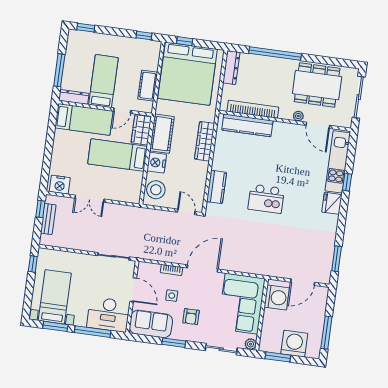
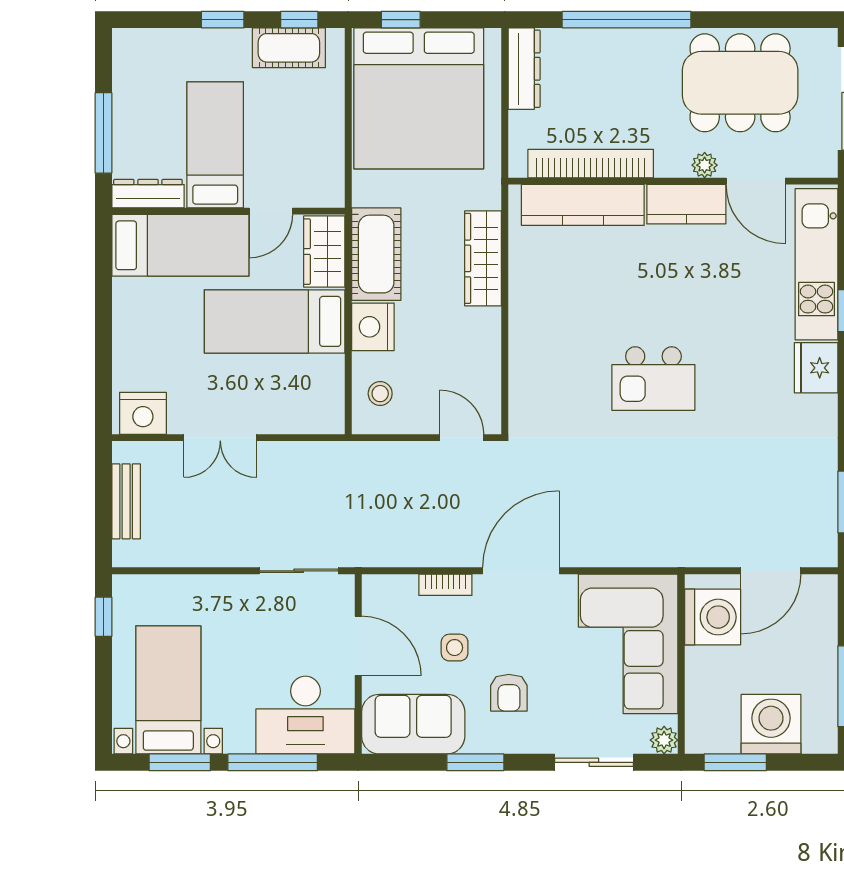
window: (86, 28) -> (223, 20), moved
cot: (148, 86) -> (289, 48), moved, turned 90
kitchen counter: (217, 187) -> (686, 204), moved, turned 90
stool: (156, 190) -> (380, 394), width x0.53, depth x0.53
window: (40, 209) -> (103, 479), removed

